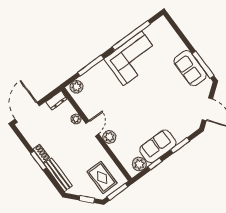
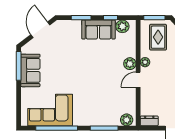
corner sofa: (133, 58) -> (50, 110), moved
plant: (76, 119) -> (145, 62), moved

